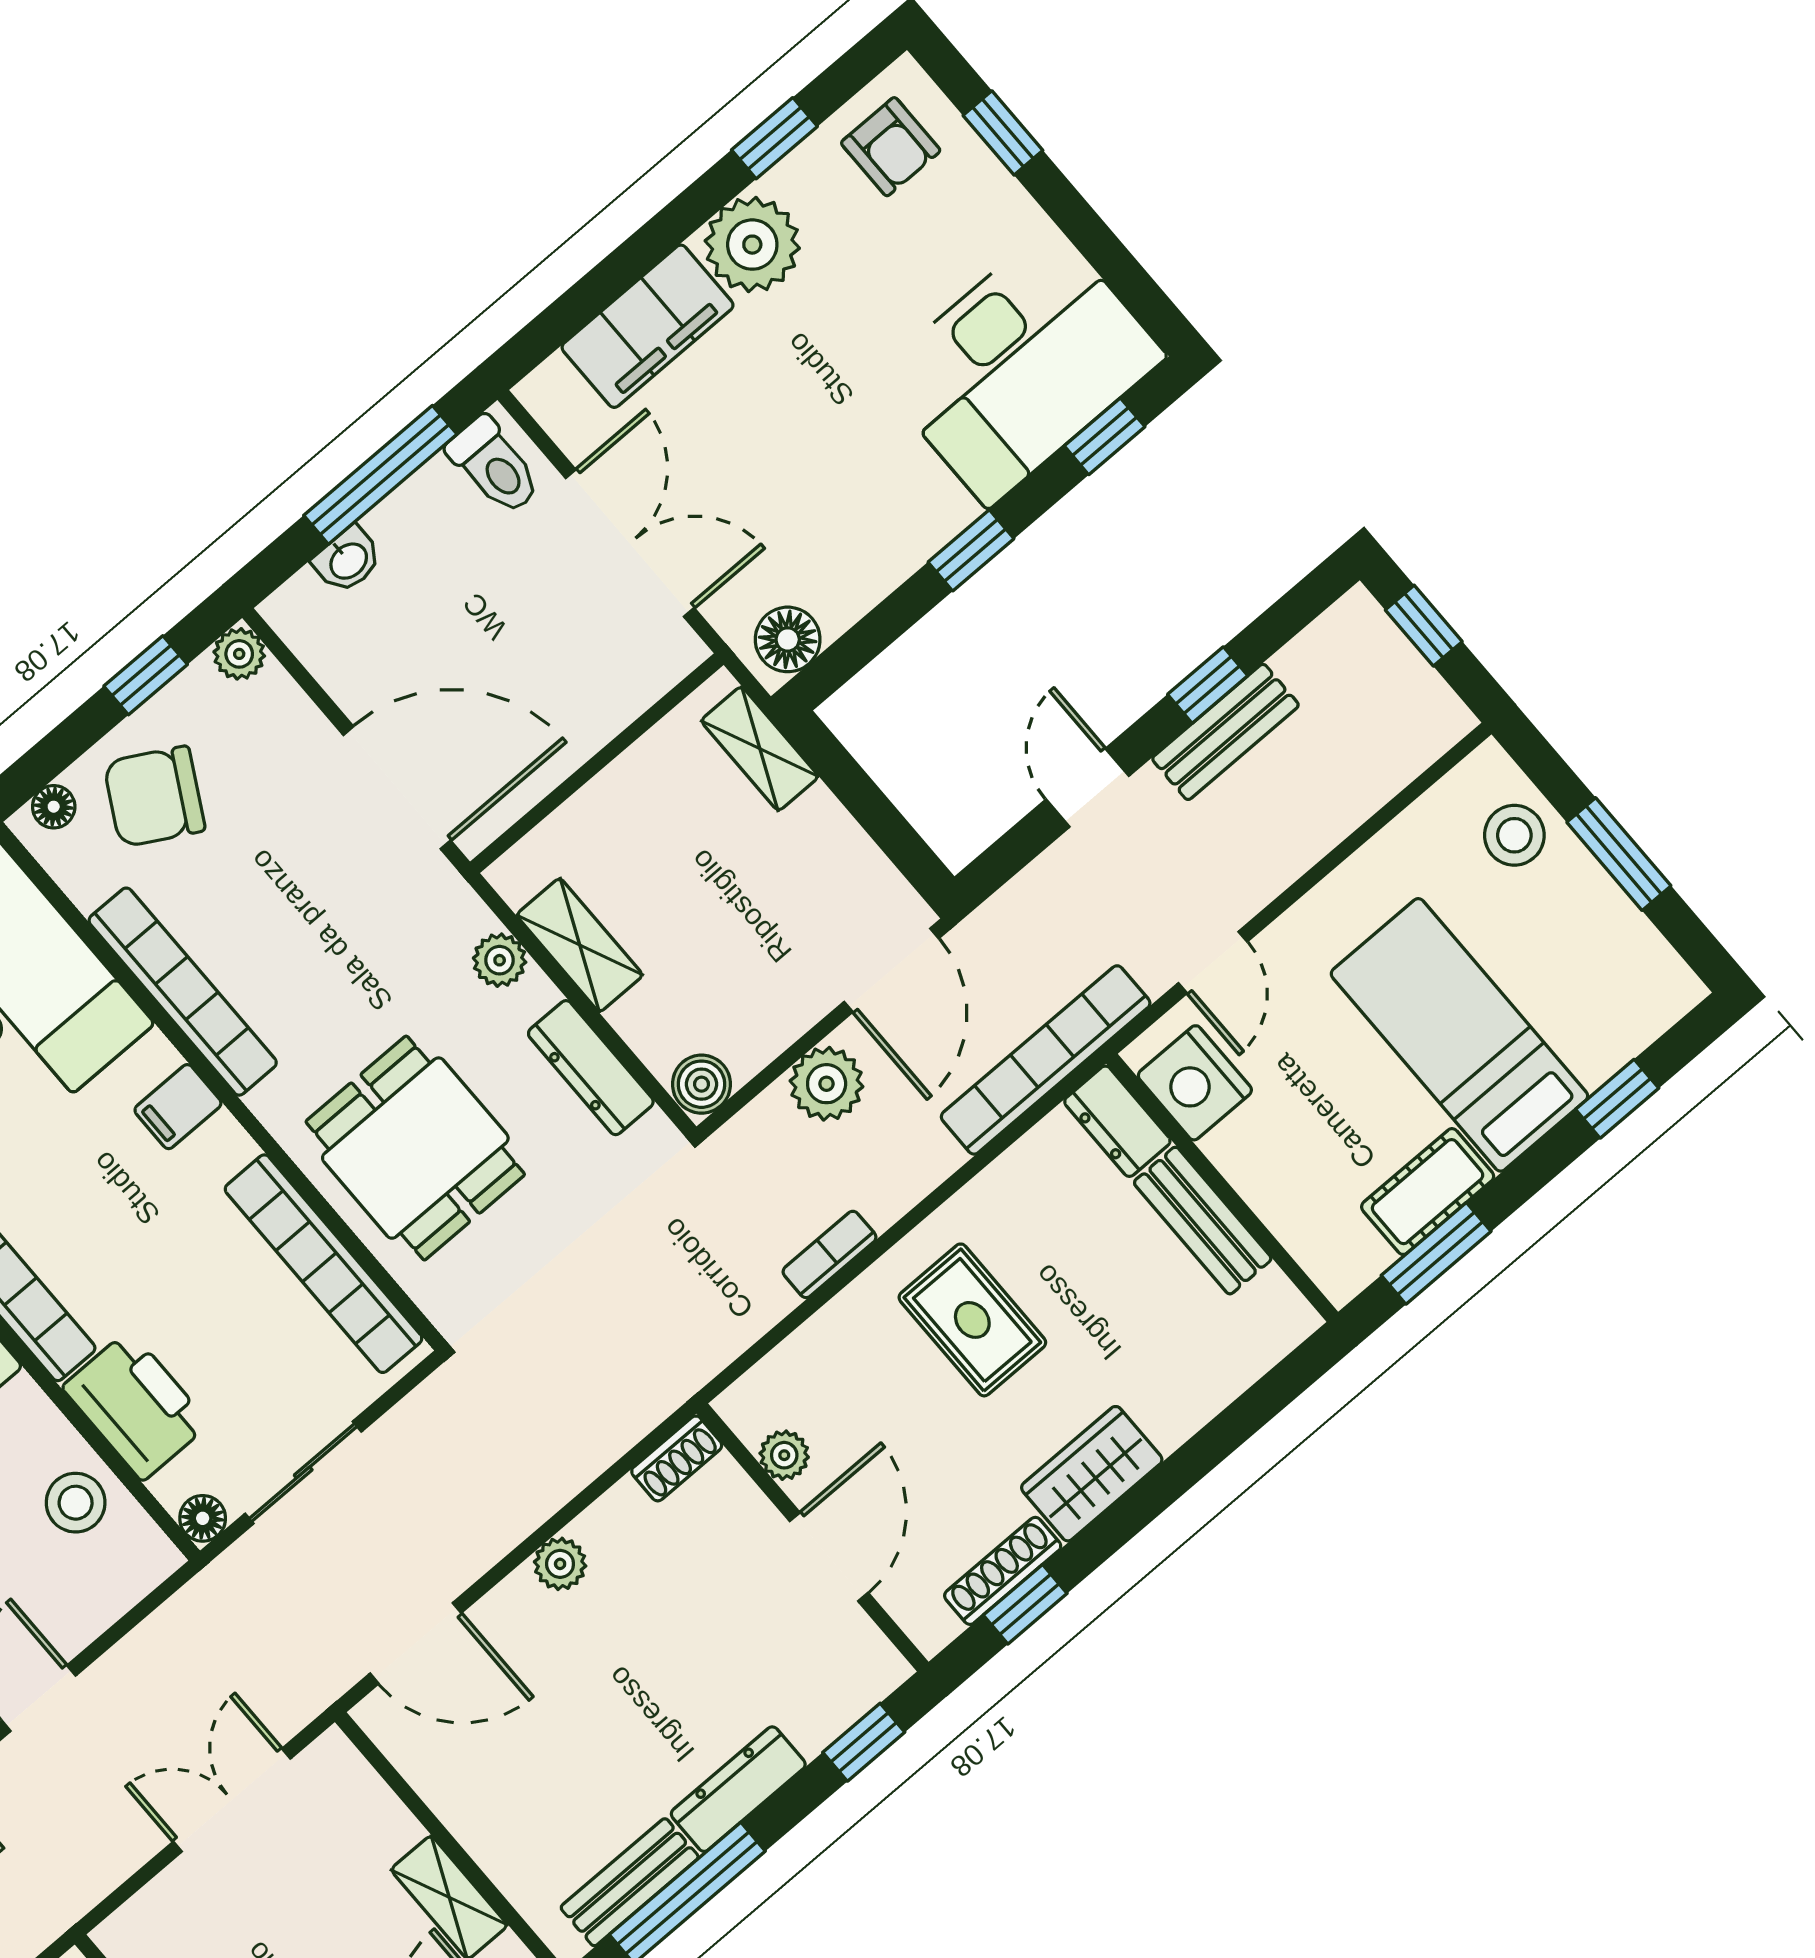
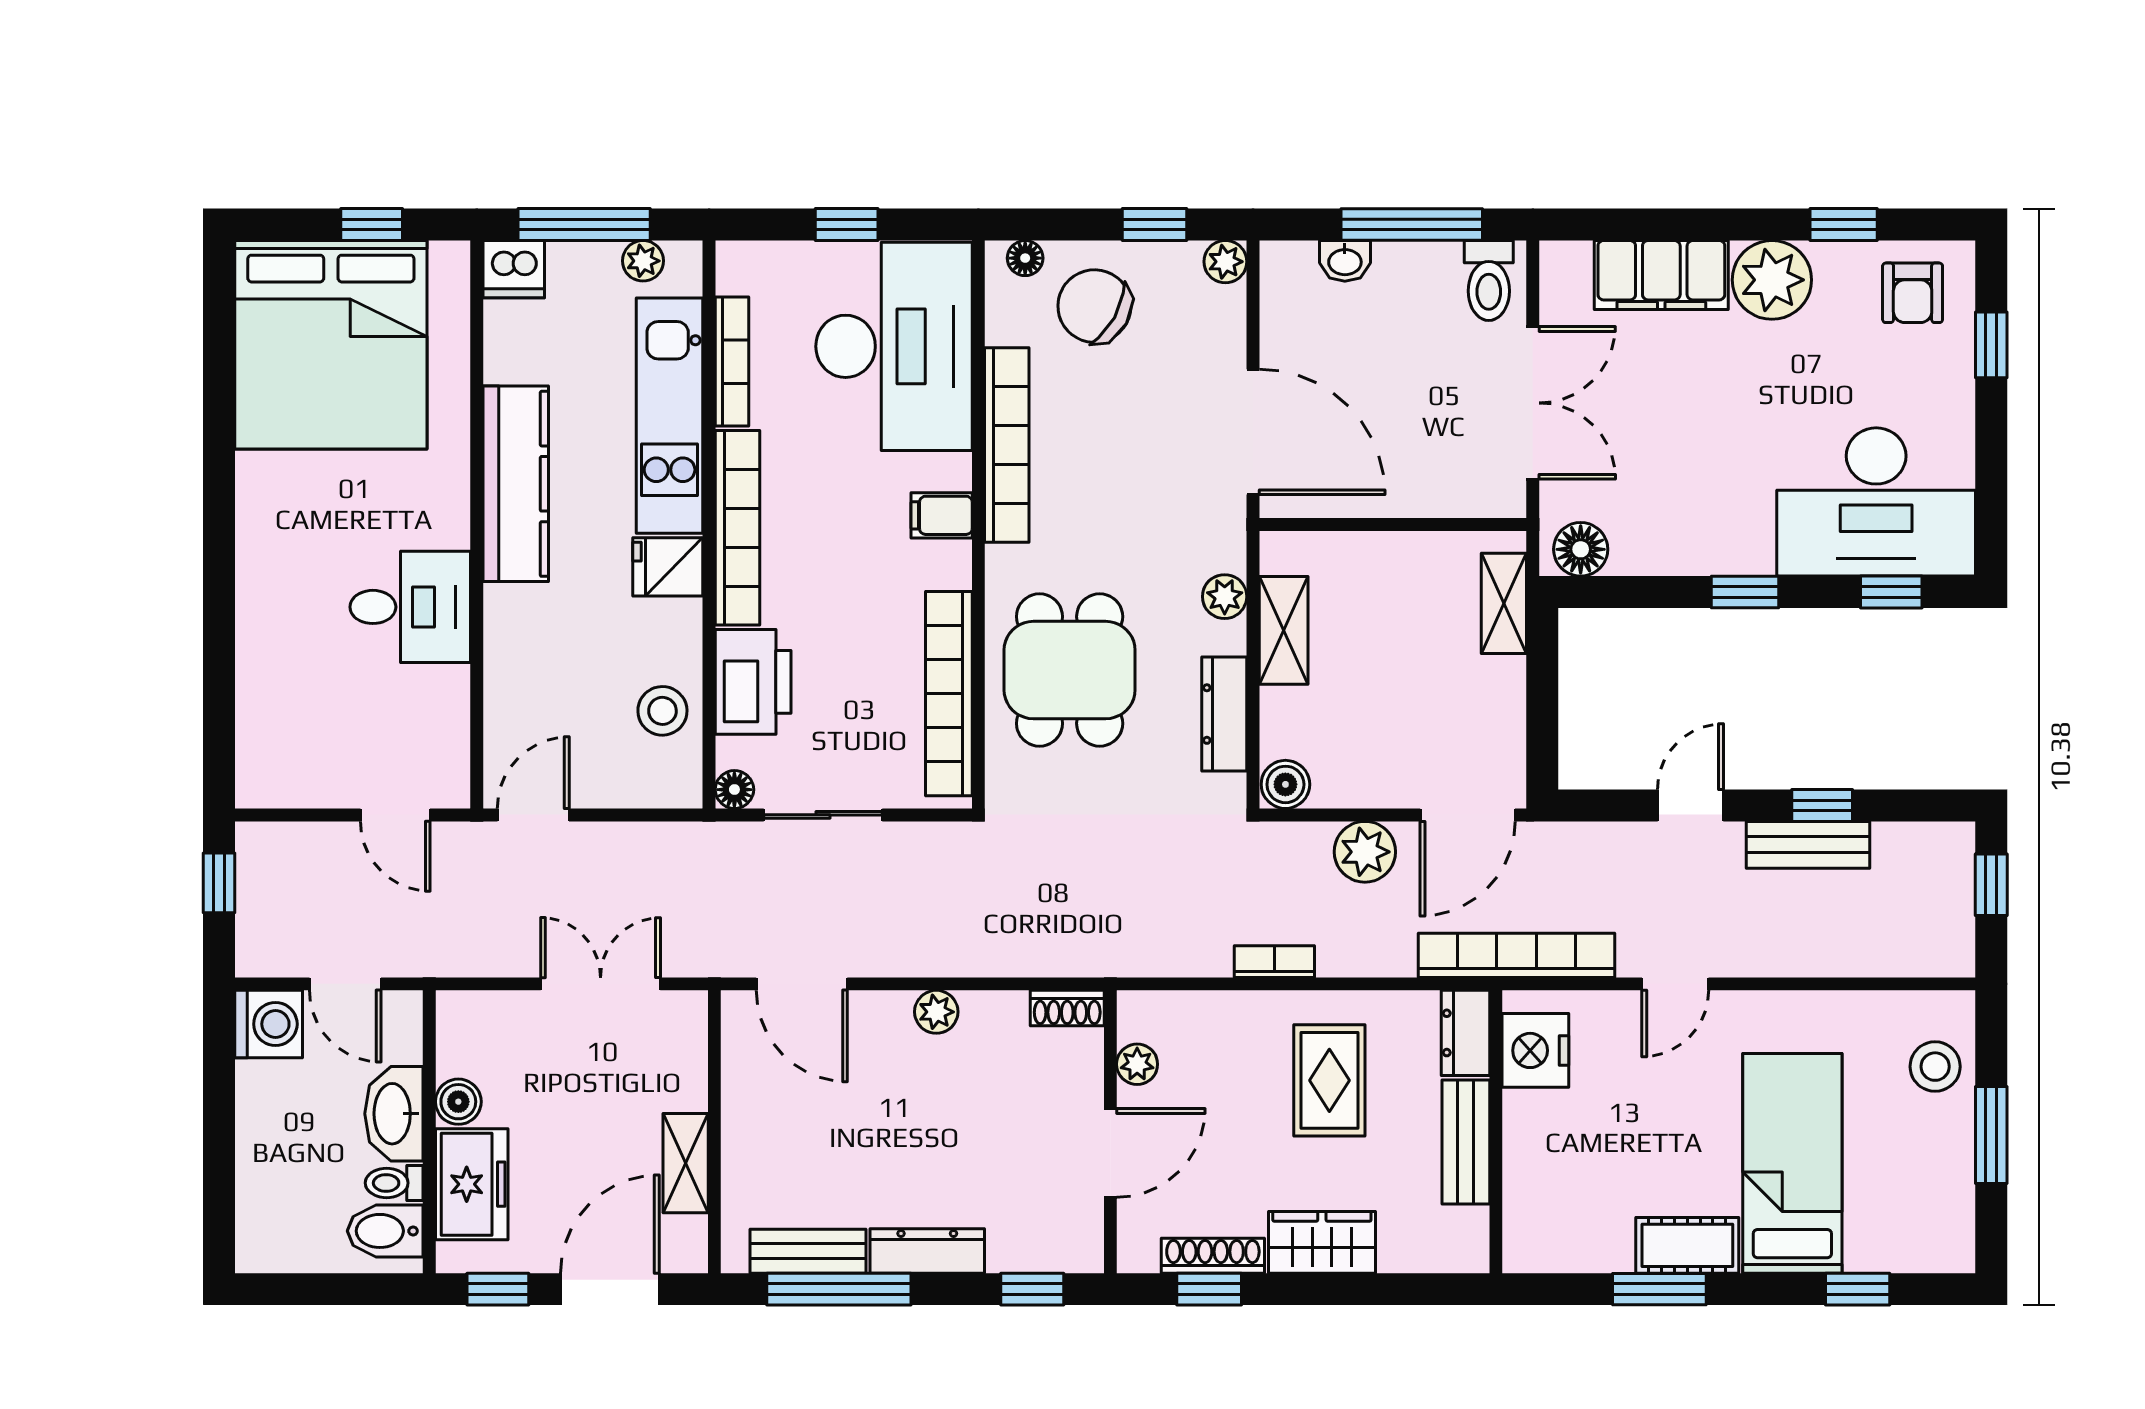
nightstand: (1195, 1083) -> (1535, 1050), moved
dresser: (1117, 1121) -> (1466, 1033), moved
wall: (1222, 1188) -> (1496, 1132), moved
bench: (1203, 1221) -> (1466, 1142), moved

